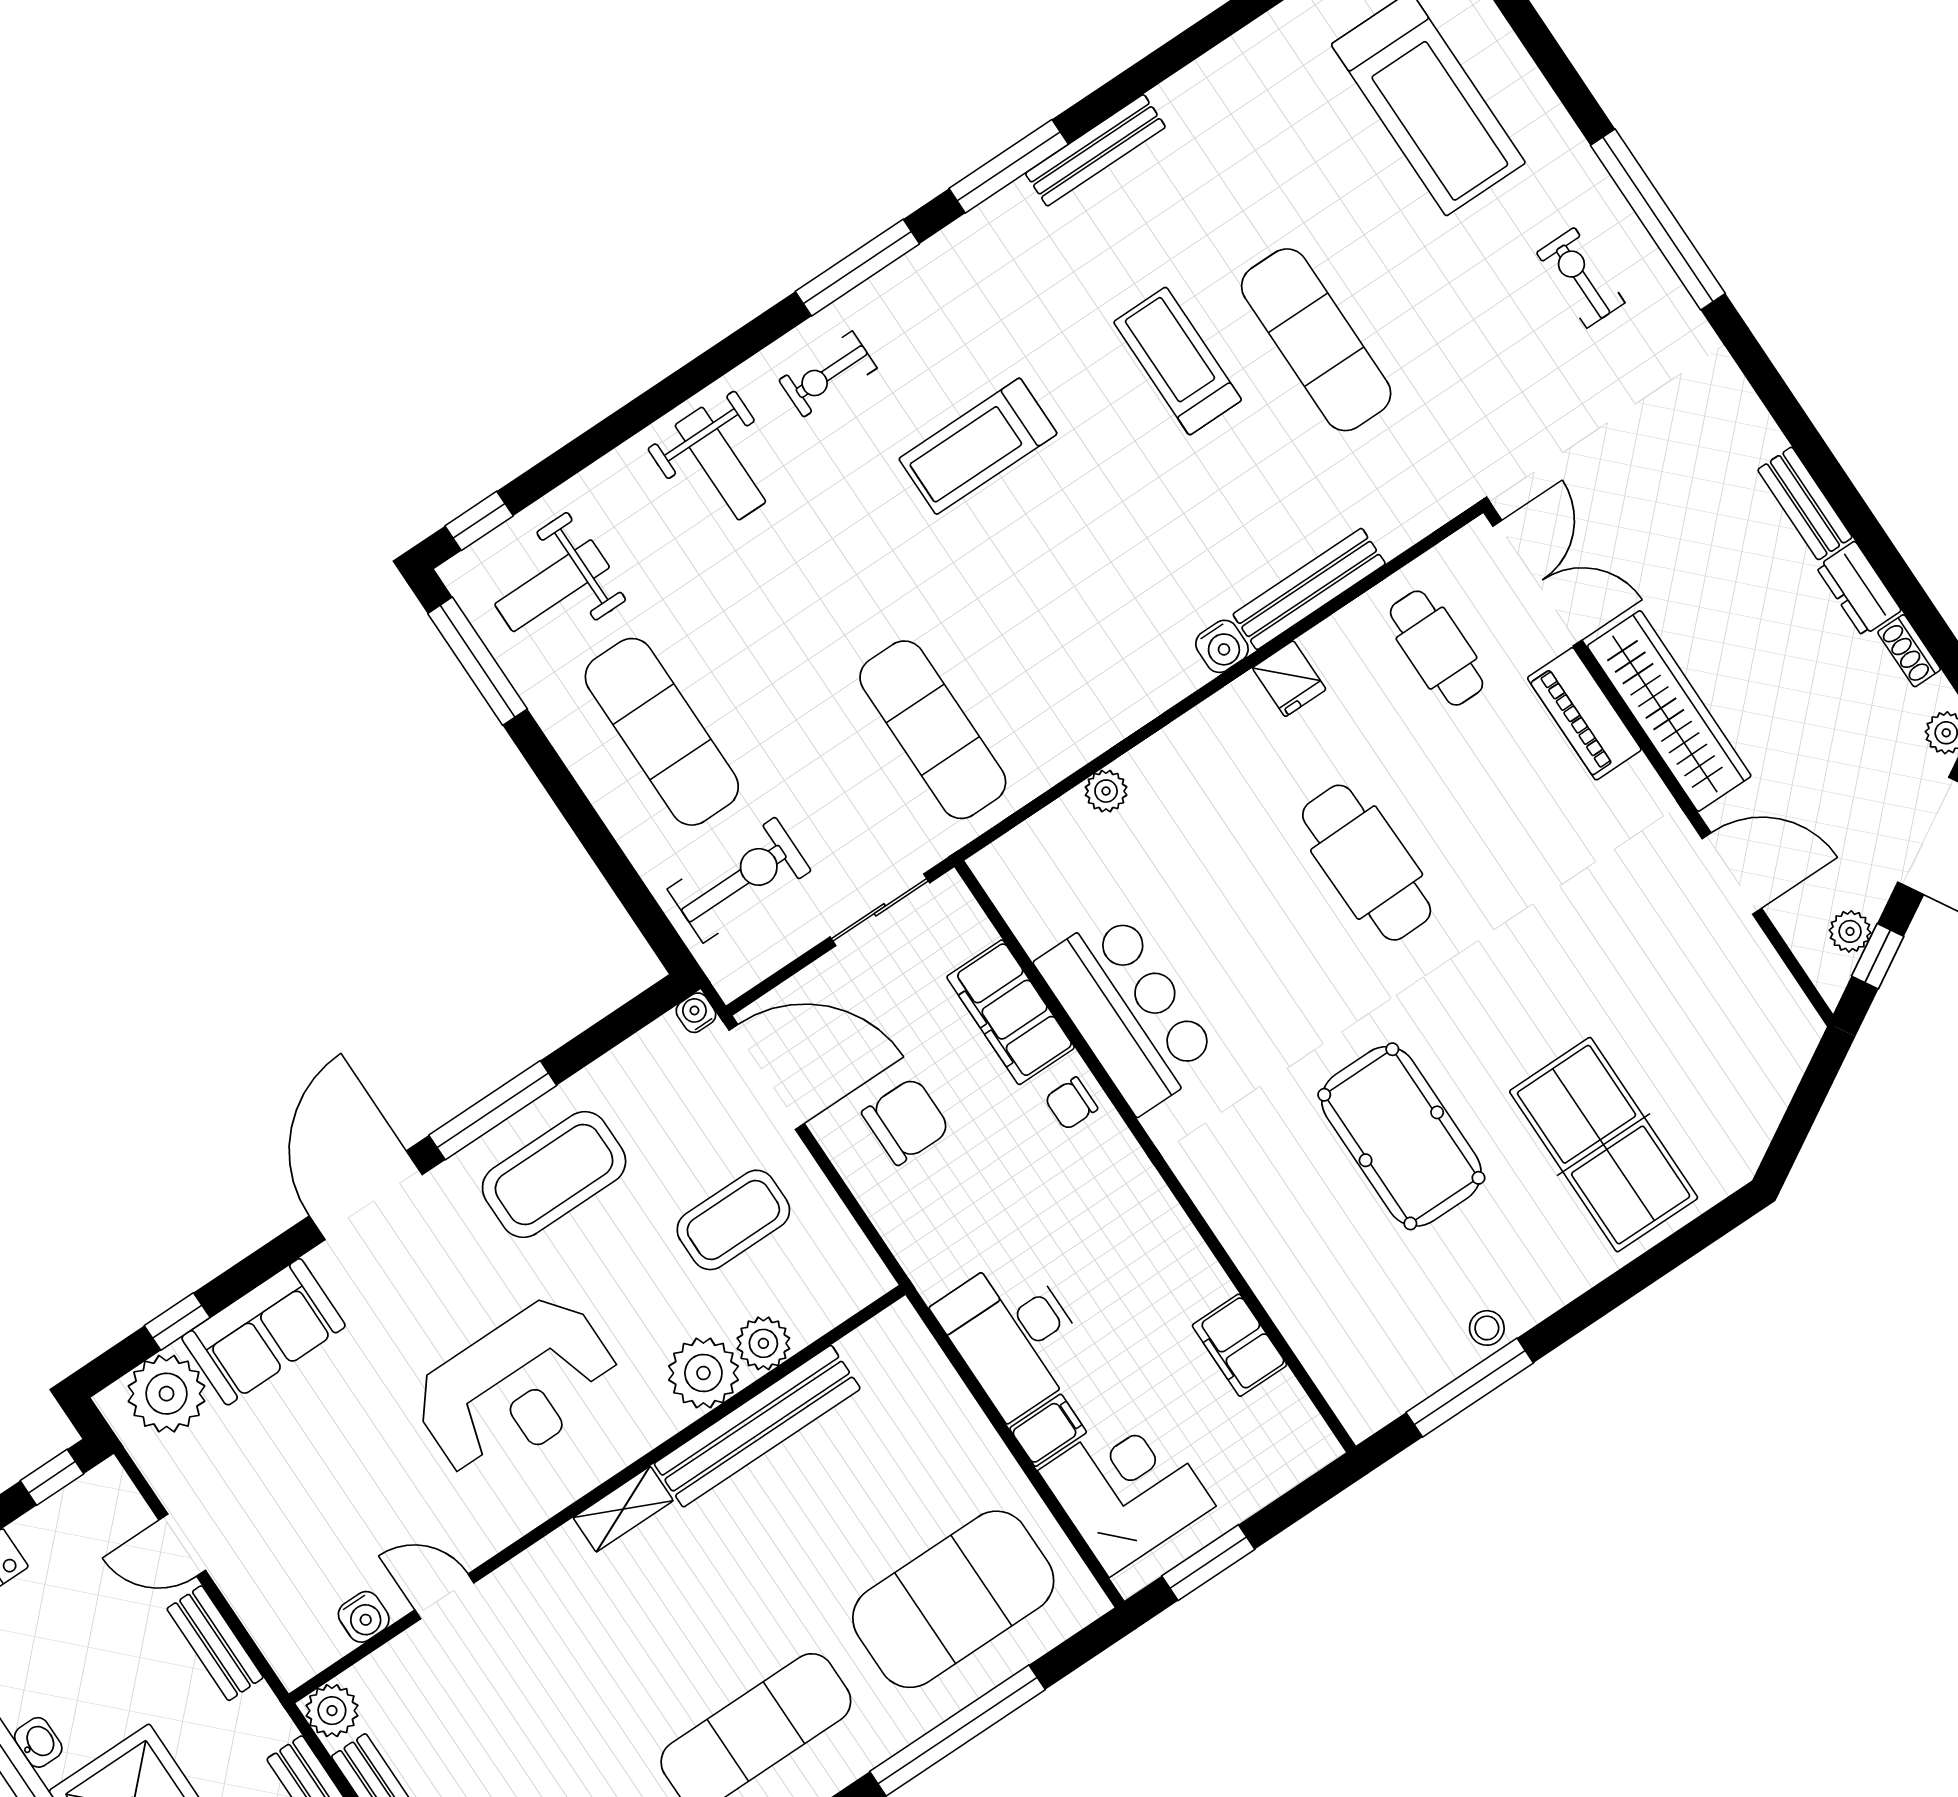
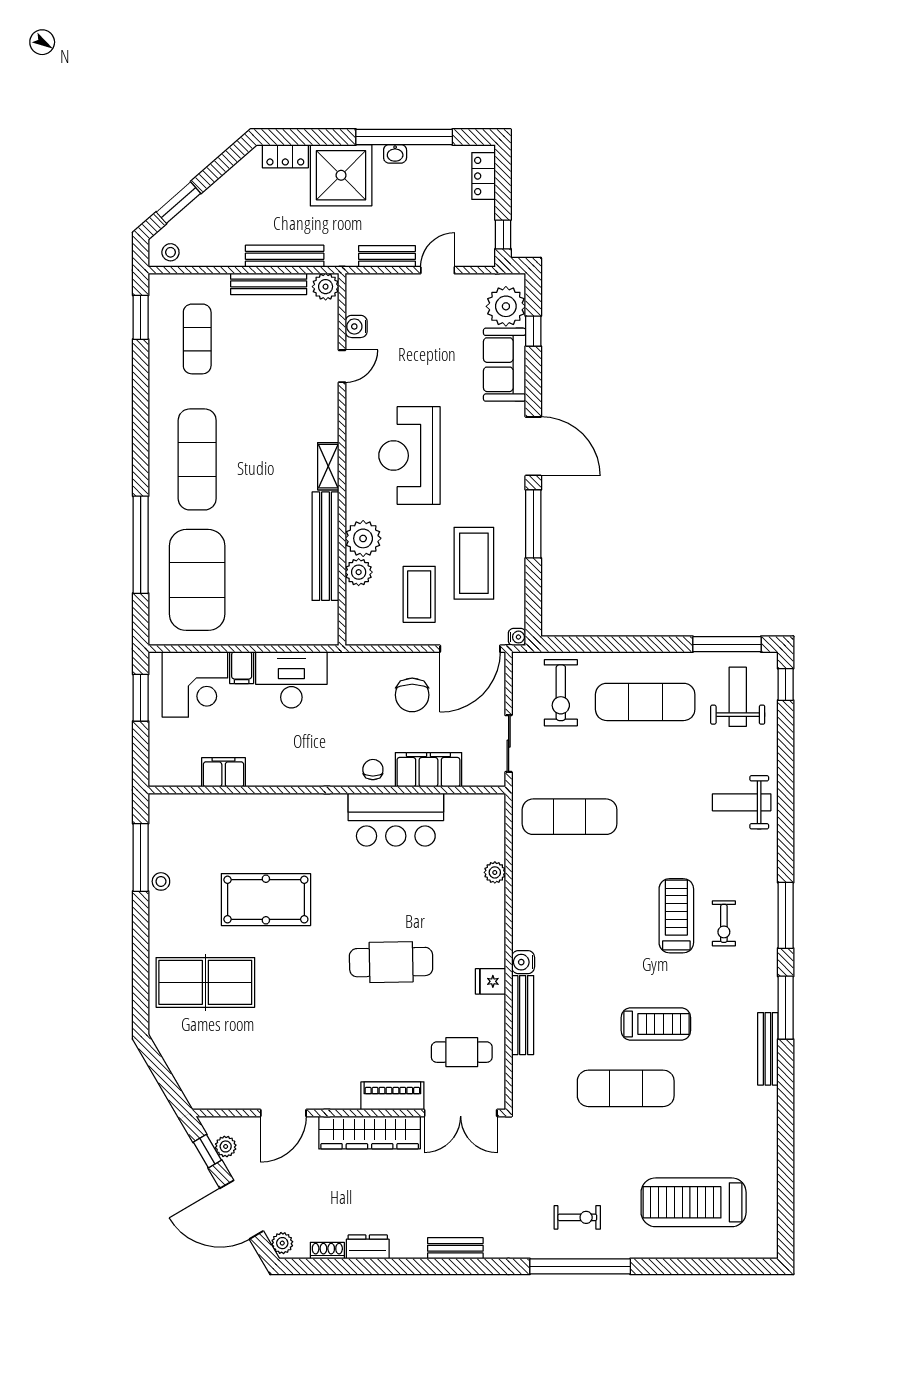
exercise bike: (828, 374) -> (724, 923), moved, turned 180
bench: (1805, 503) -> (455, 1248), moved
coffee table: (554, 1174) -> (474, 563), moved

